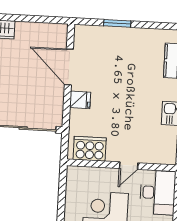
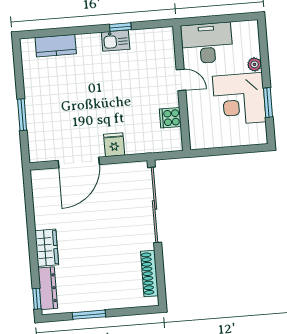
cooker: (90, 149) -> (170, 118), width x0.53, depth x0.76

